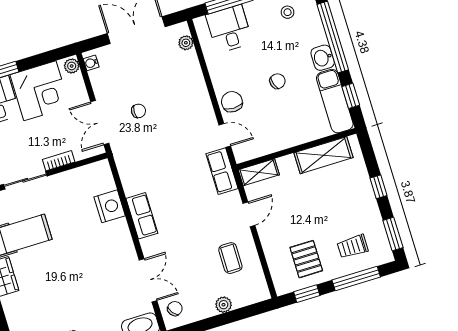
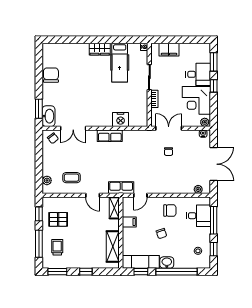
chair: (232, 102) -> (170, 210), moved
filing cabinet: (274, 140) -> (129, 222), added
plant: (224, 305) -> (47, 180), moved

